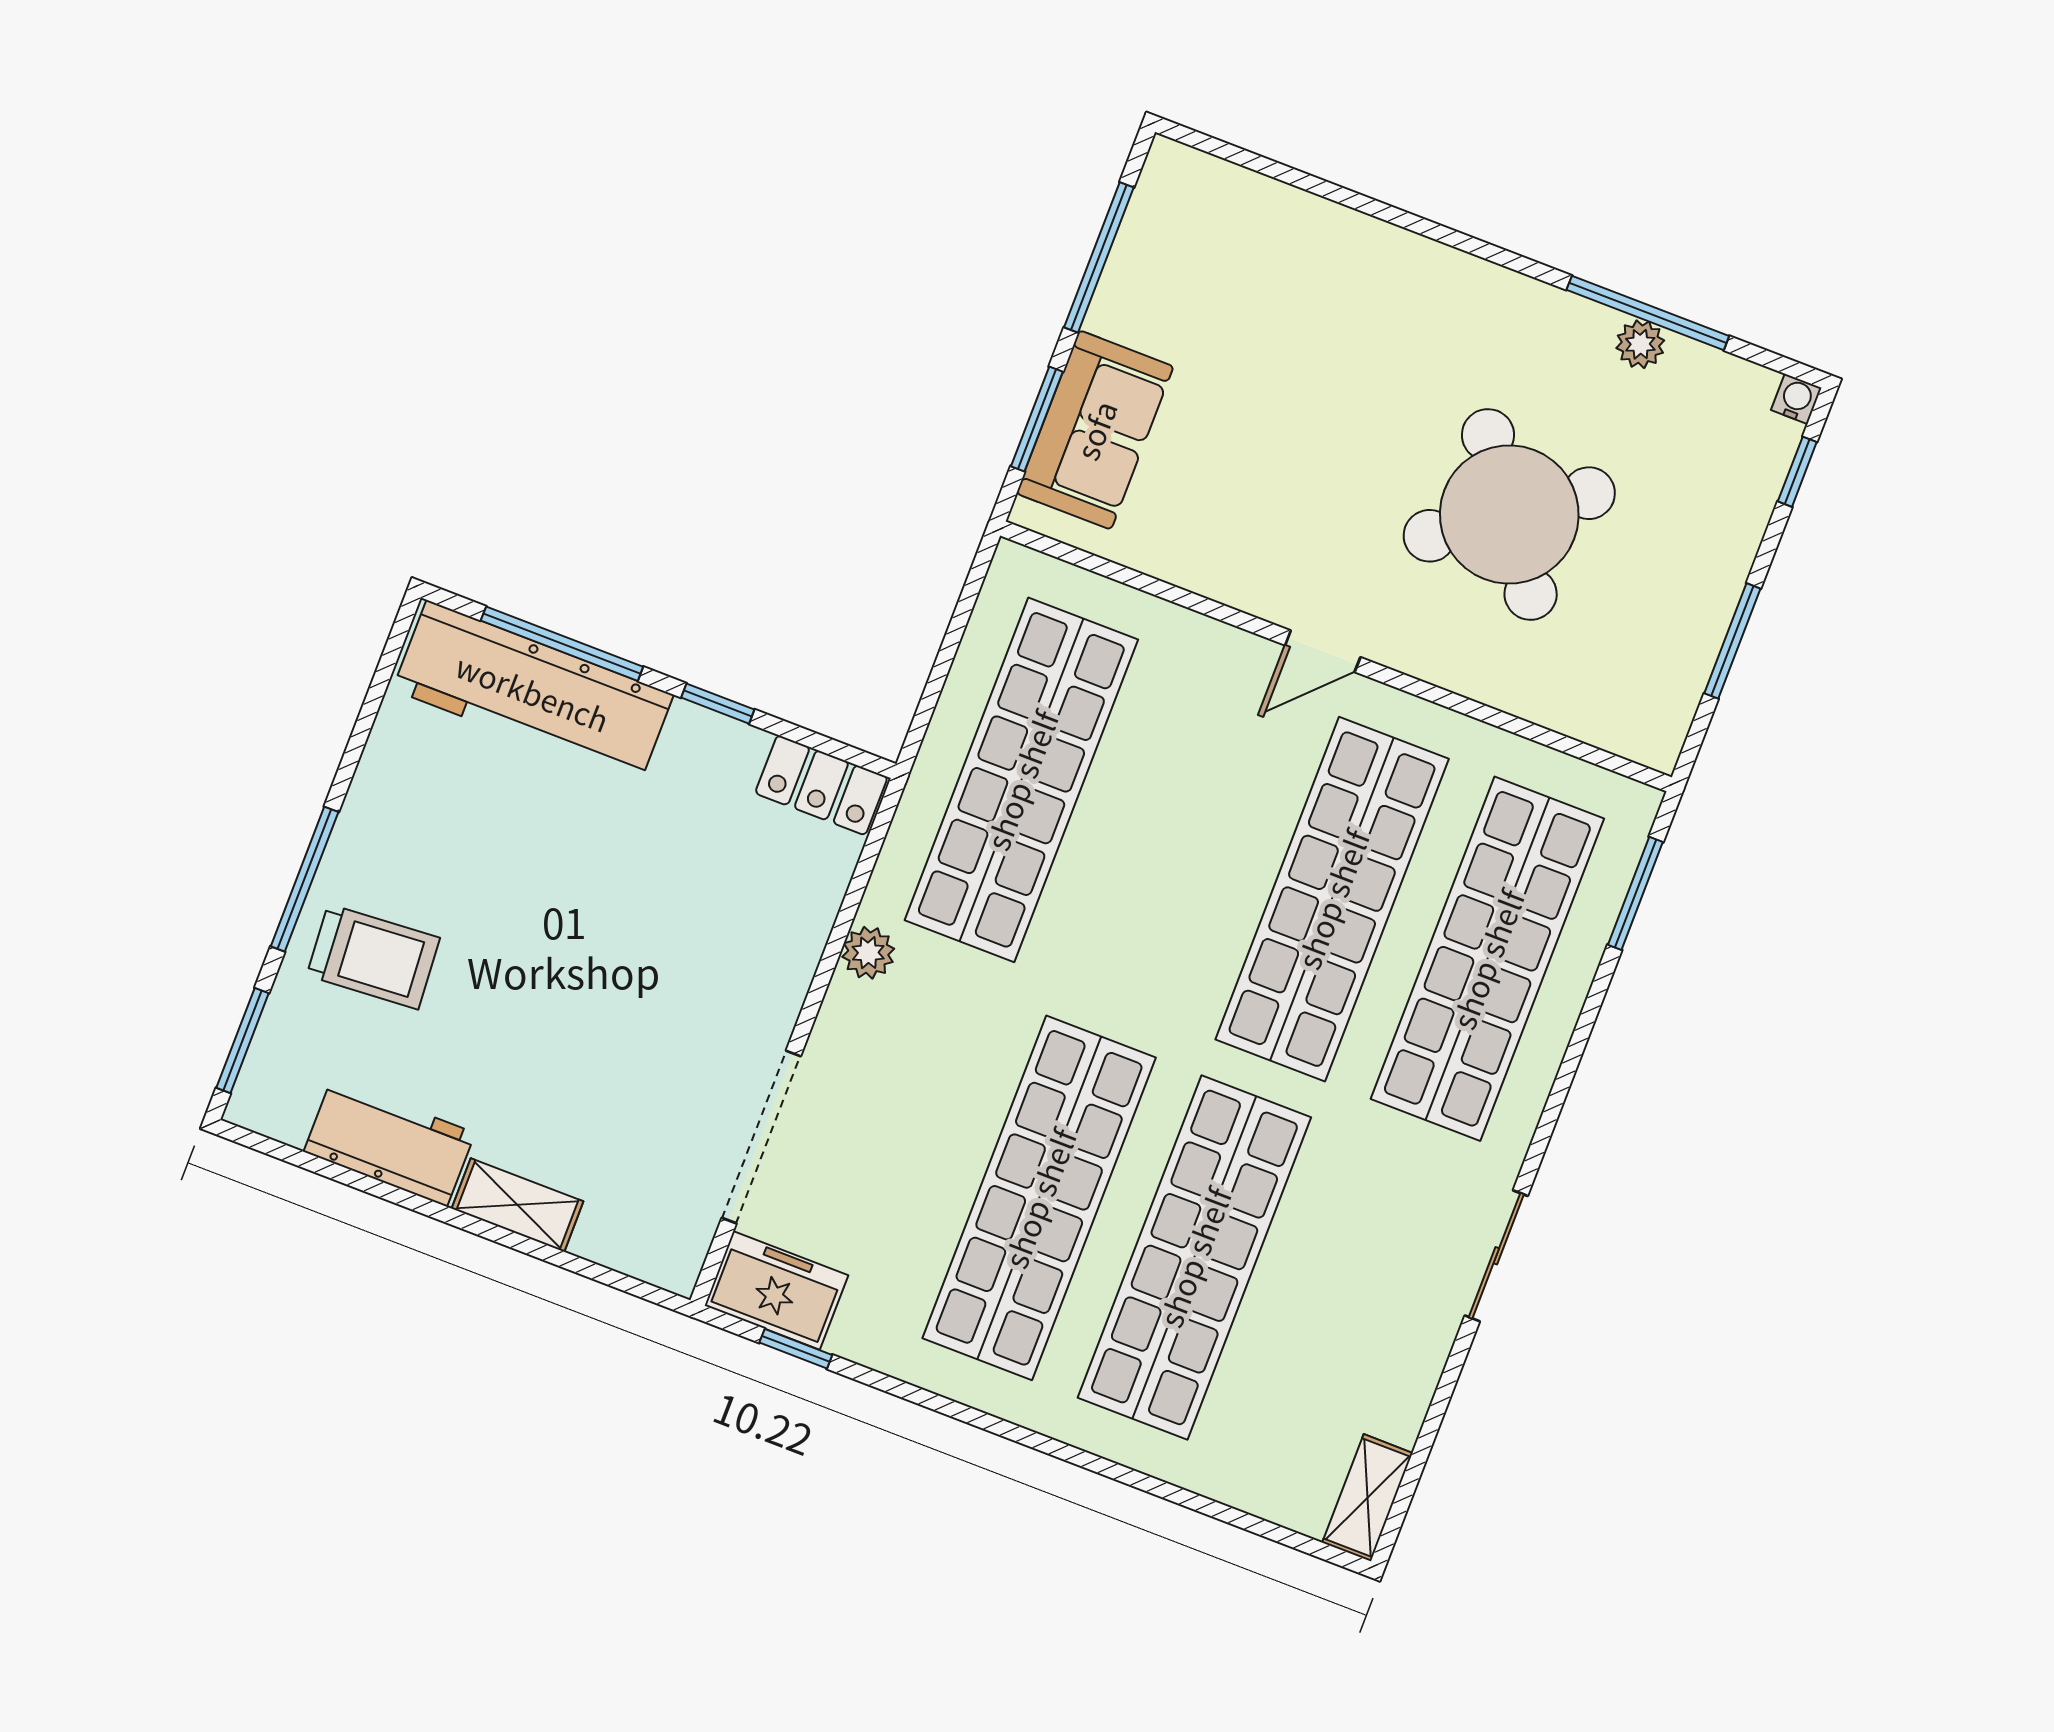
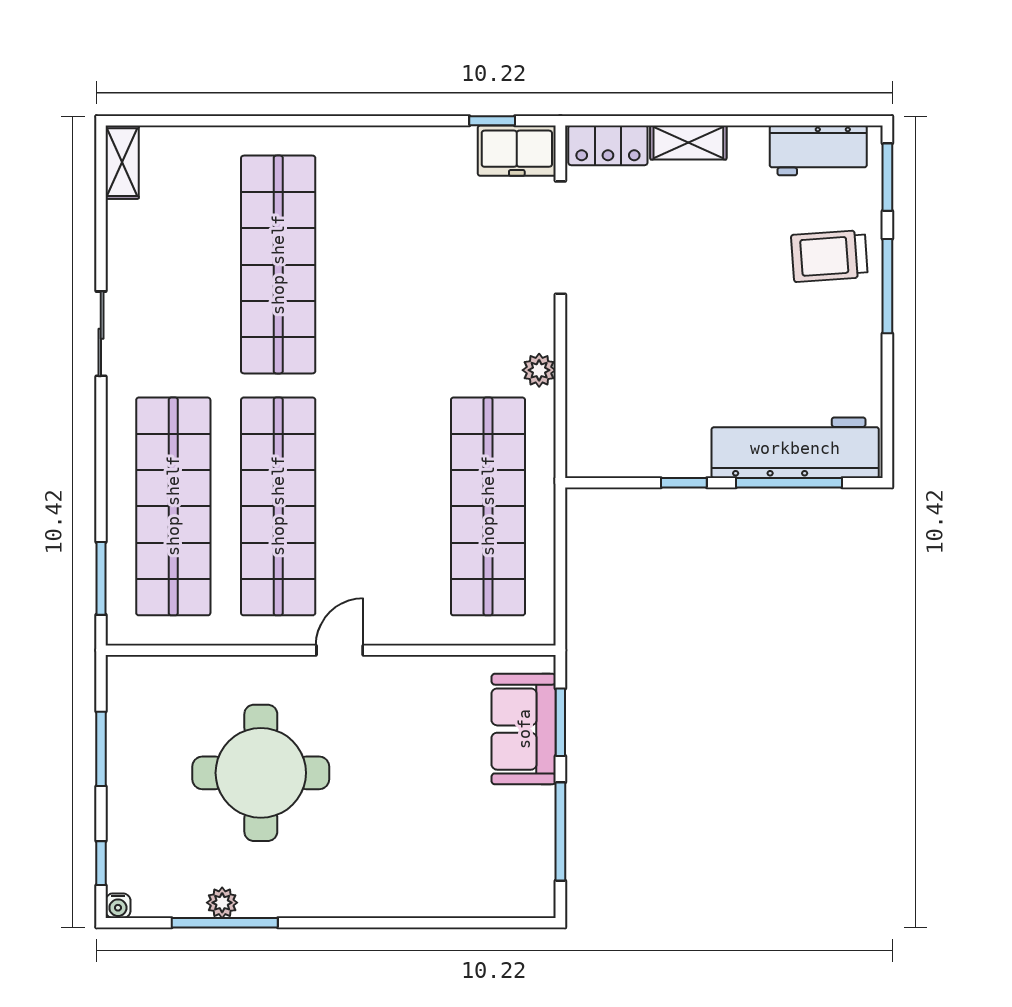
round table: (1509, 514) -> (261, 773), turned 36
locker: (821, 785) -> (608, 145), moved, turned 180
workbench: (389, 1142) -> (818, 150), moved
shop shelf: (1039, 1198) -> (383, 265), removed

